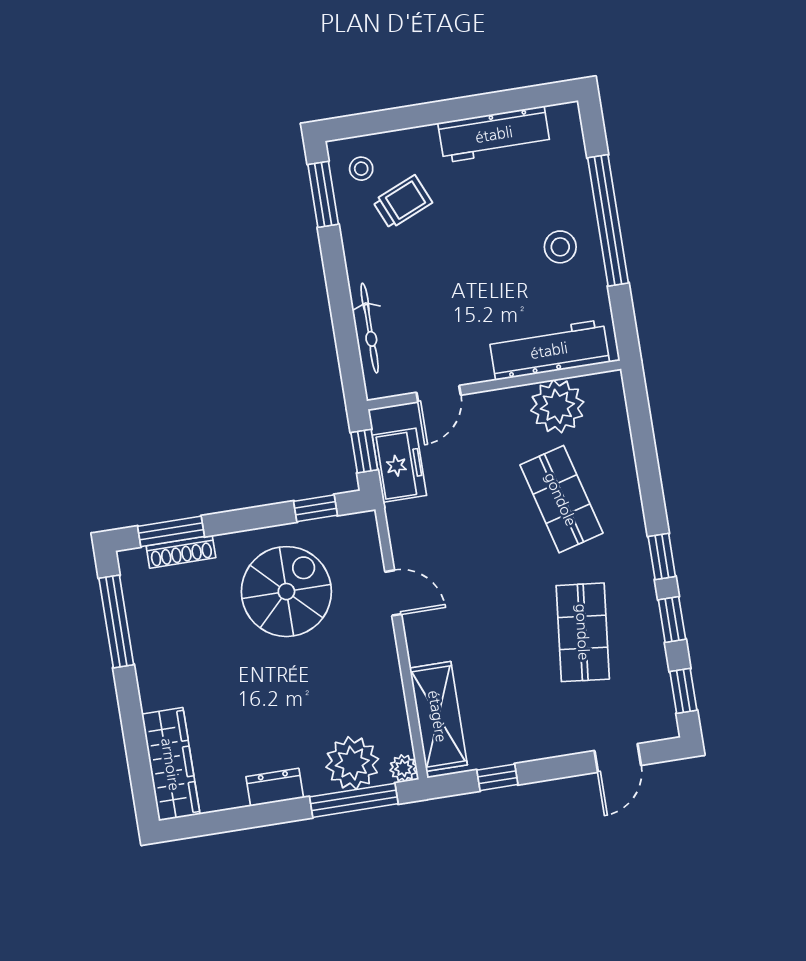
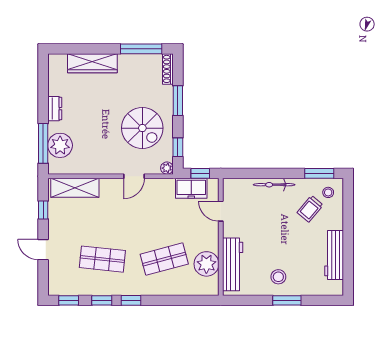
trolley: (403, 202) -> (310, 209), turned 63
window: (608, 220) -> (287, 300), width x0.47
bicycle: (370, 328) -> (274, 185), moved
window: (171, 531) -> (178, 101), moved
shoe rack: (181, 552) -> (168, 69), moved
door: (618, 758) -> (43, 250), moved
wardrobe: (171, 764) -> (92, 63), moved
plant: (403, 768) -> (167, 168), moved

